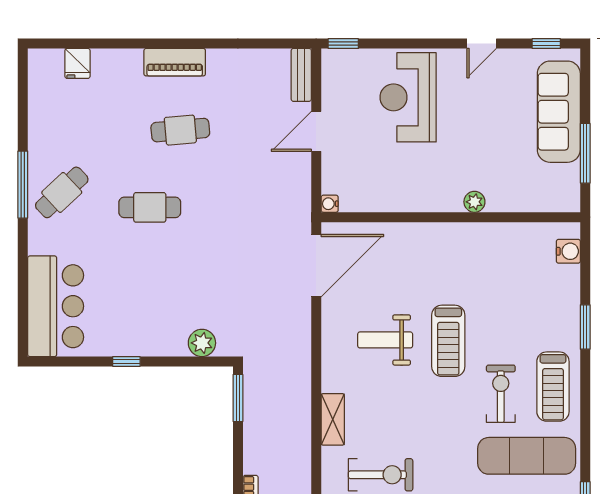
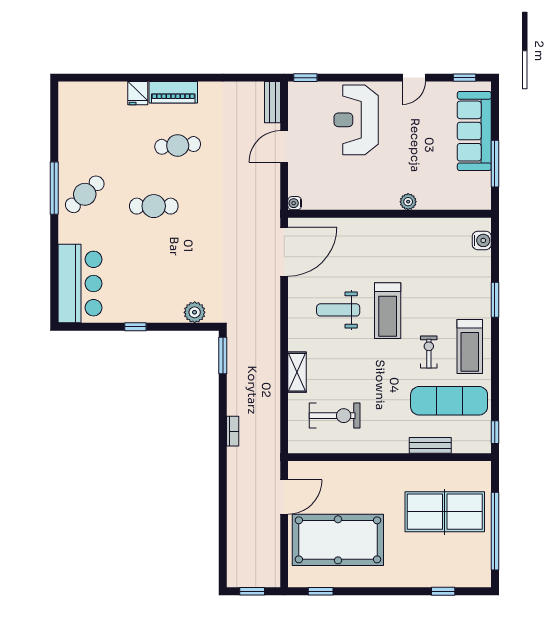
fridge: (77, 63) -> (138, 93), moved
exercise bike: (501, 394) -> (429, 352), width x0.73, depth x0.72

